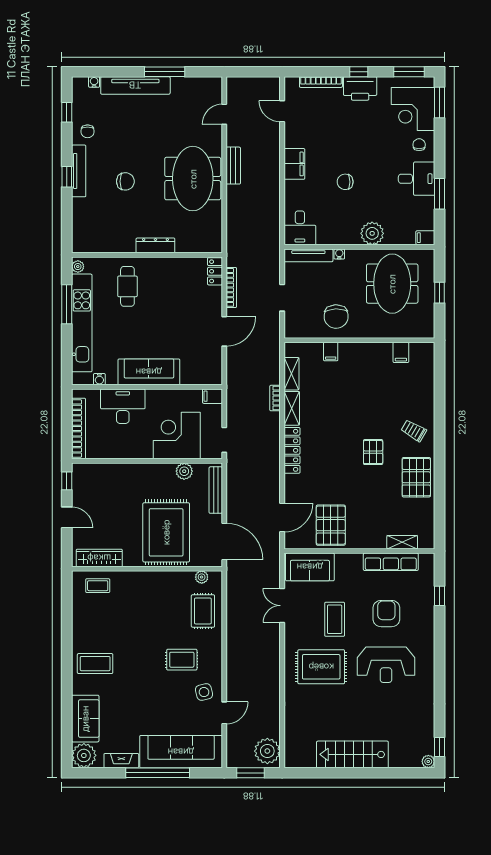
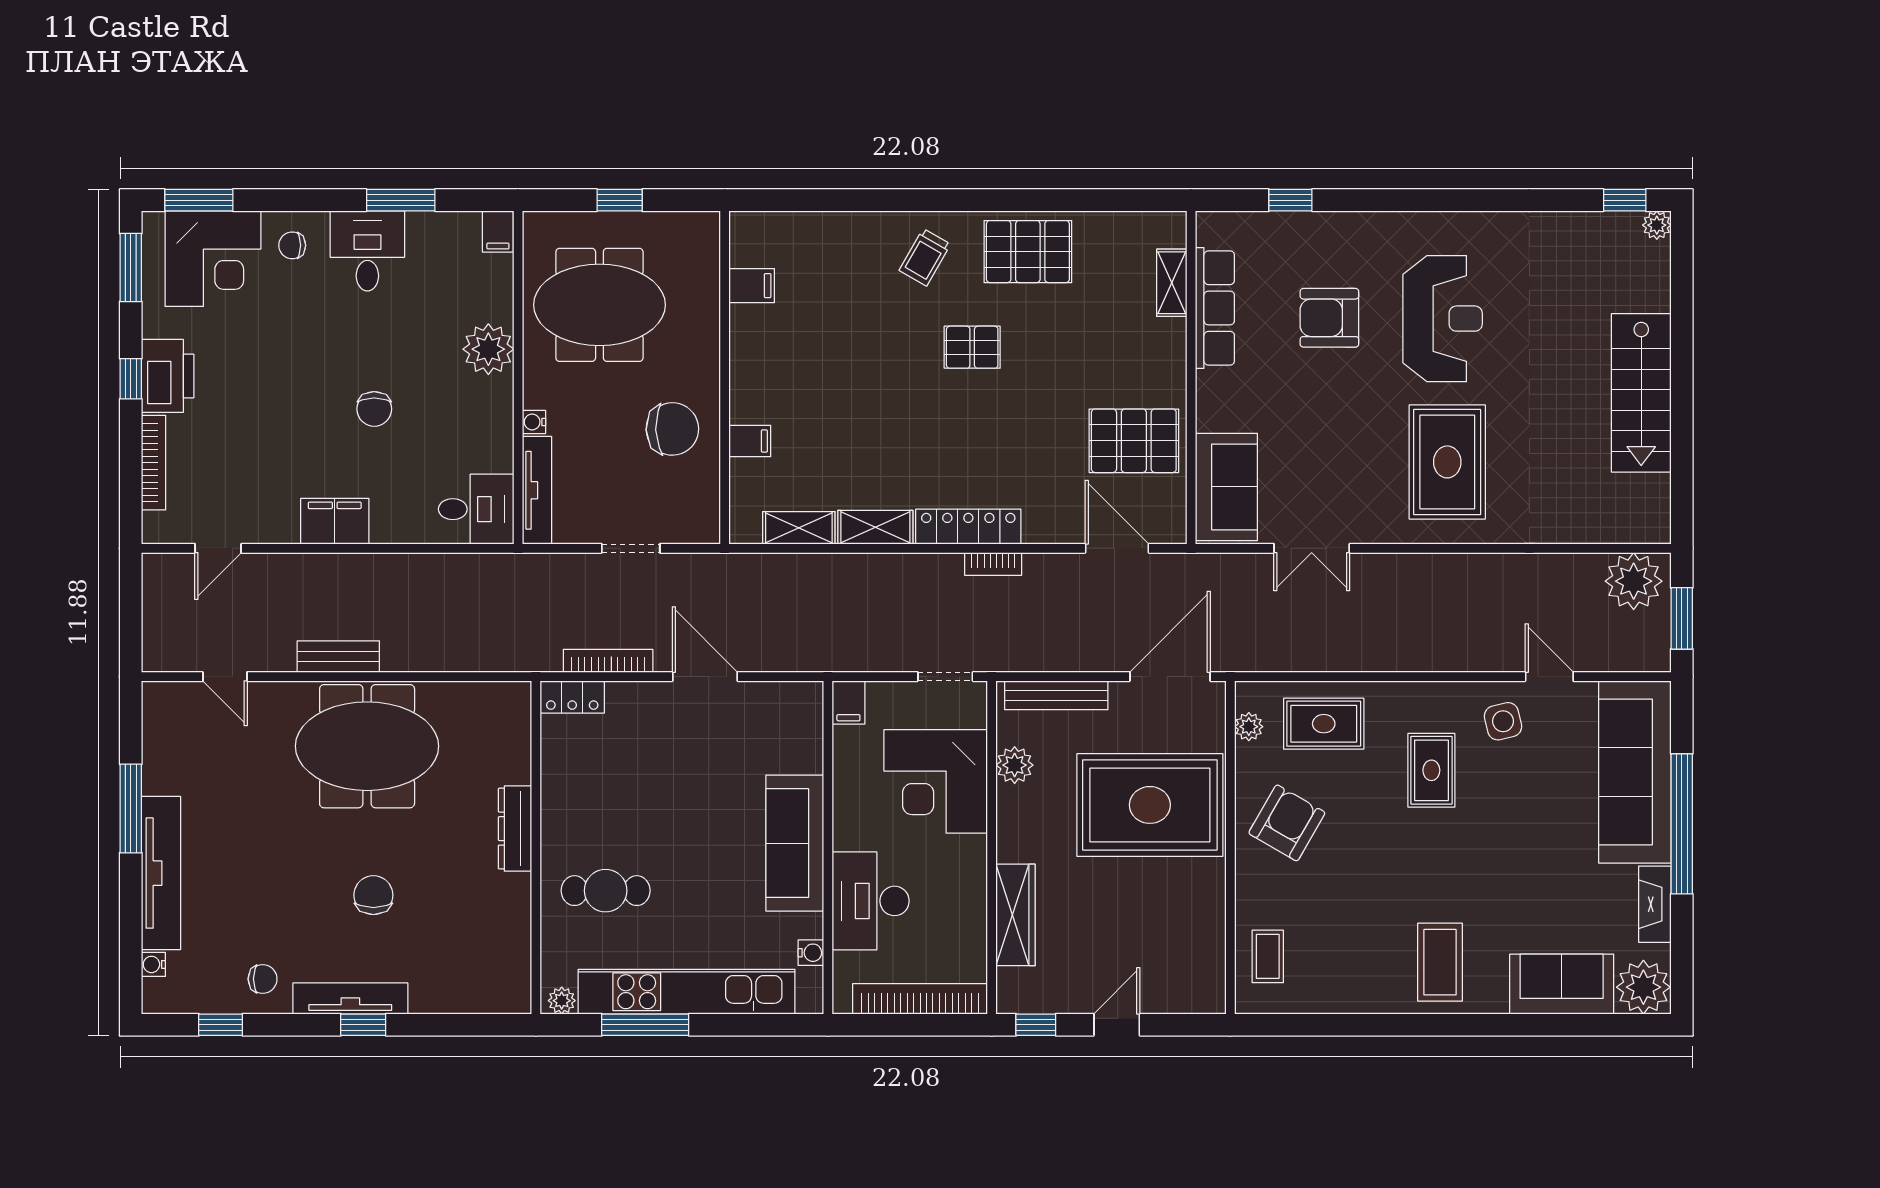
bookcase: (275, 398) -> (993, 564), moved
wardrobe: (99, 558) -> (1016, 915), moved, turned 180
armchair: (158, 594) -> (1287, 823), added
coffee table: (335, 619) -> (1342, 432), removed

